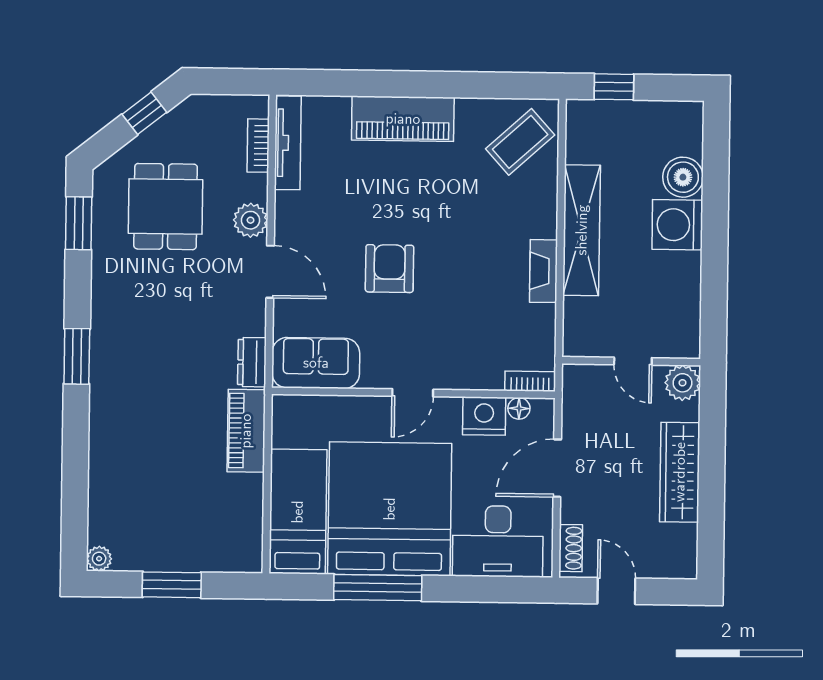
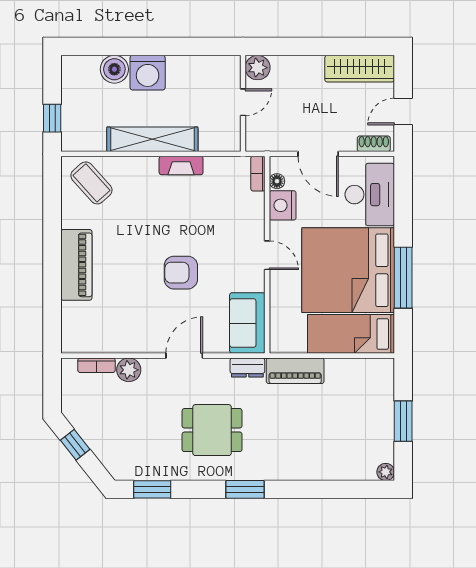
tv unit: (288, 143) -> (94, 345), removed
dining table: (166, 207) -> (212, 430), moved
plant: (251, 220) -> (129, 370), moved
wardrobe: (680, 472) -> (360, 69), moved

